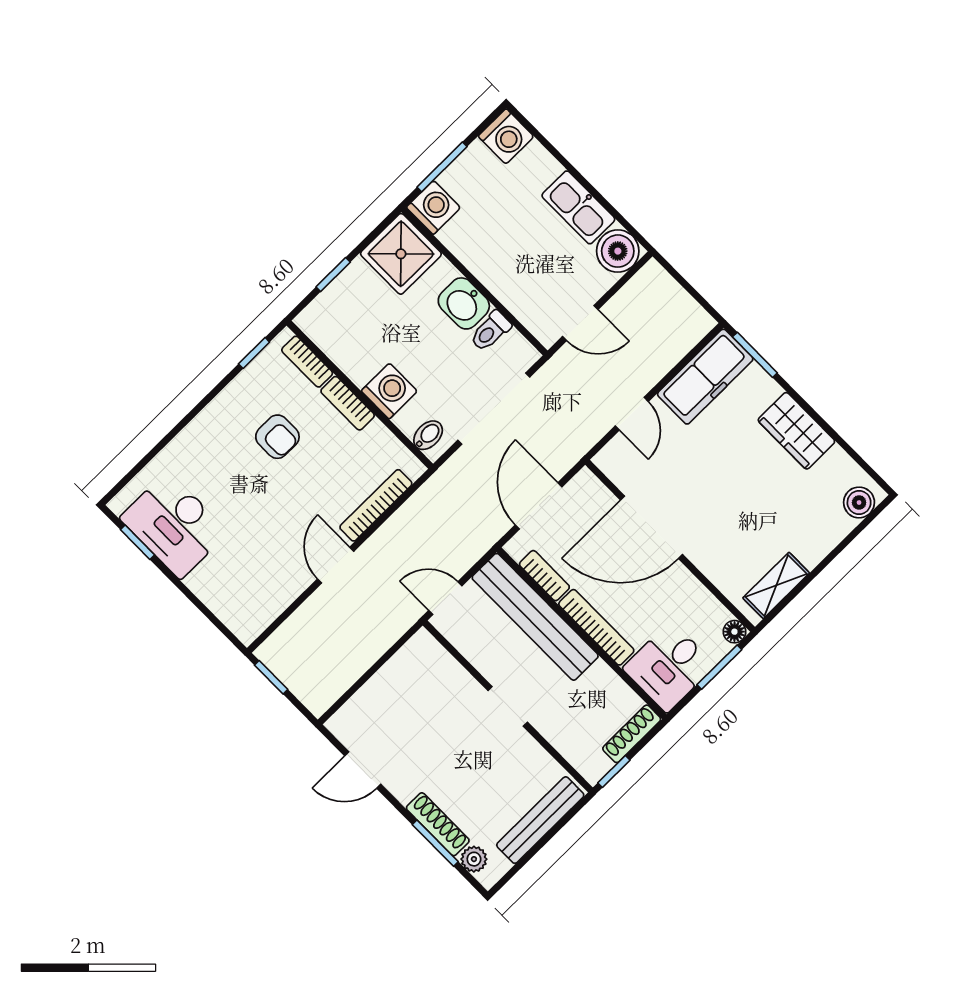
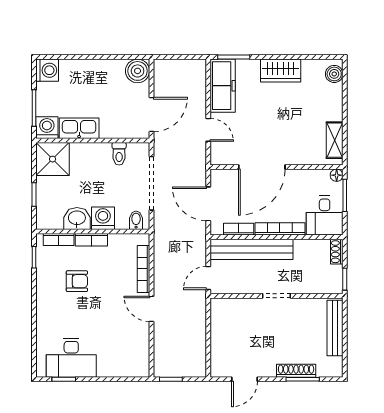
kitchen sink: (578, 207) -> (79, 128), moved, turned 180
washbasin: (464, 303) -> (77, 218), moved, turned 180
door: (580, 323) -> (151, 115), width x1.38
shoe rack: (632, 734) -> (337, 252), width x0.70
plant: (474, 859) -> (324, 370), removed

